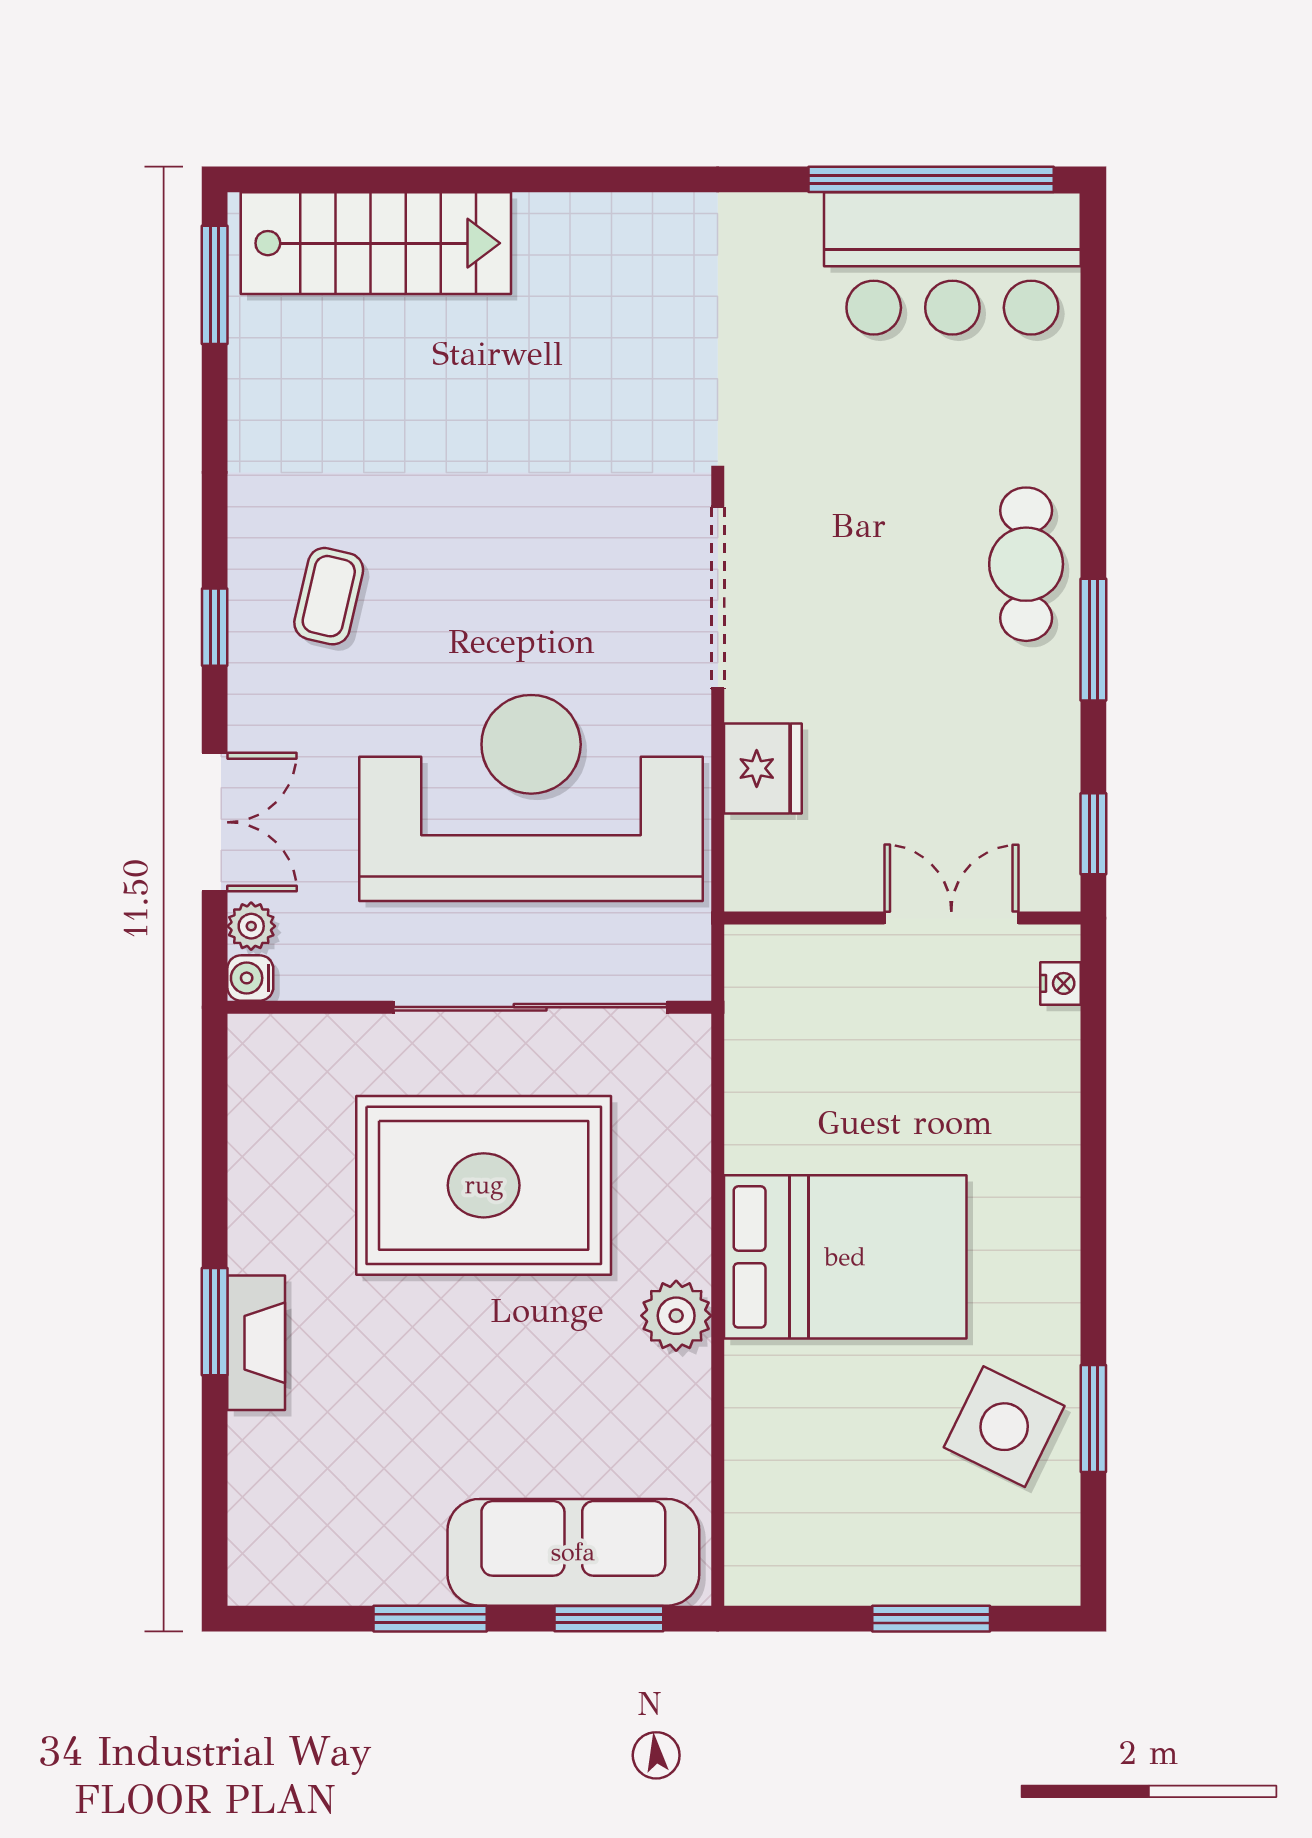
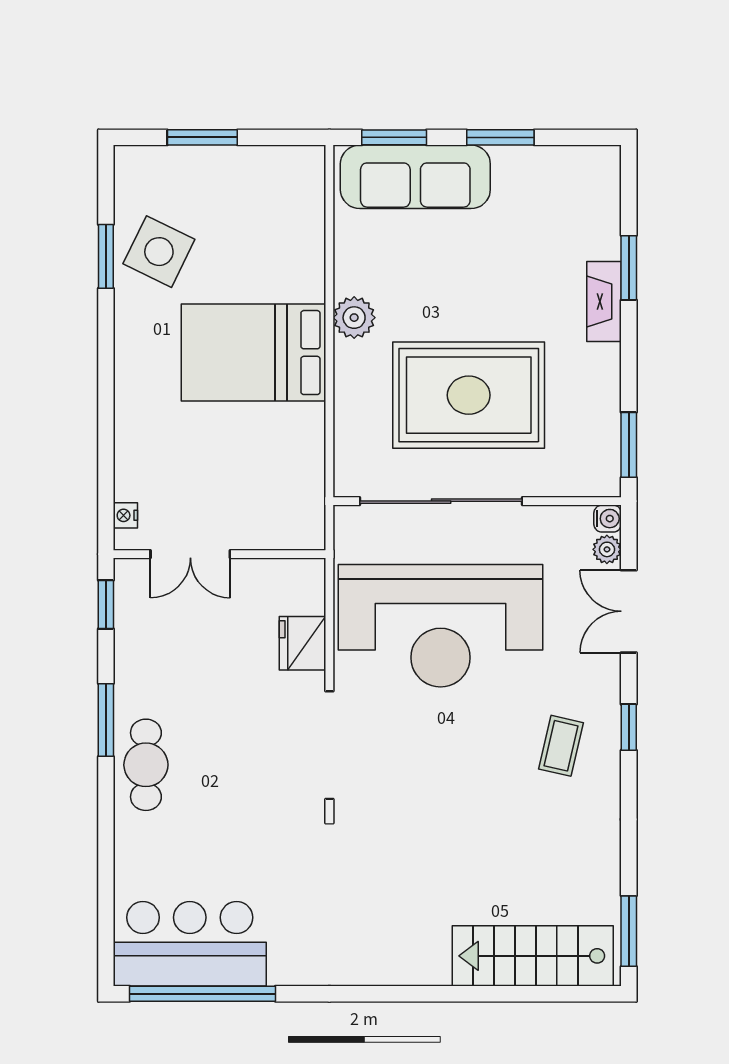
window: (215, 1102) -> (629, 445), added
window: (215, 1322) -> (629, 268), moved

